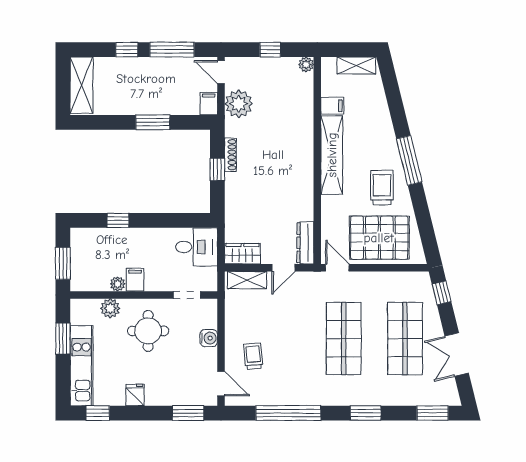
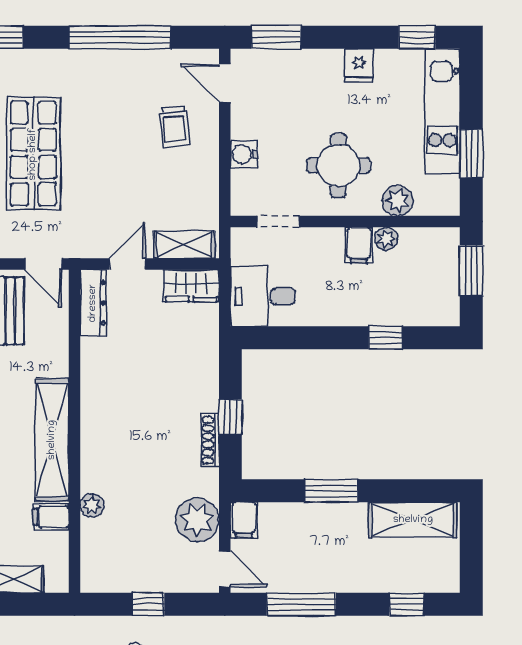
window: (127, 50) -> (407, 604), moved
plant: (306, 64) -> (92, 505), moved
shelving: (82, 85) -> (413, 520), moved, turned 90

